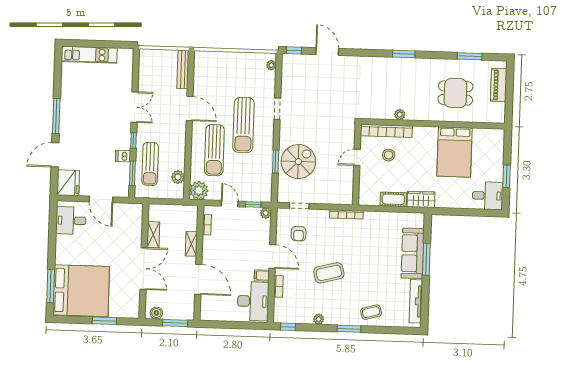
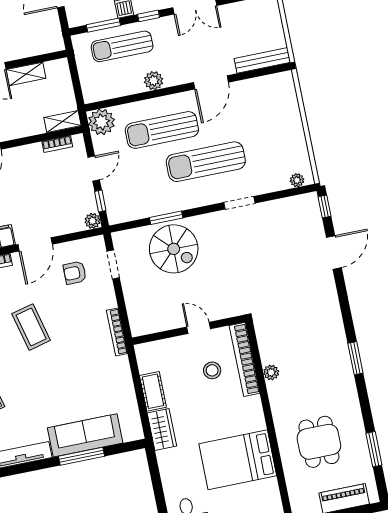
plant: (178, 177) -> (154, 81), moved
shelving: (191, 244) -> (63, 122), moved

